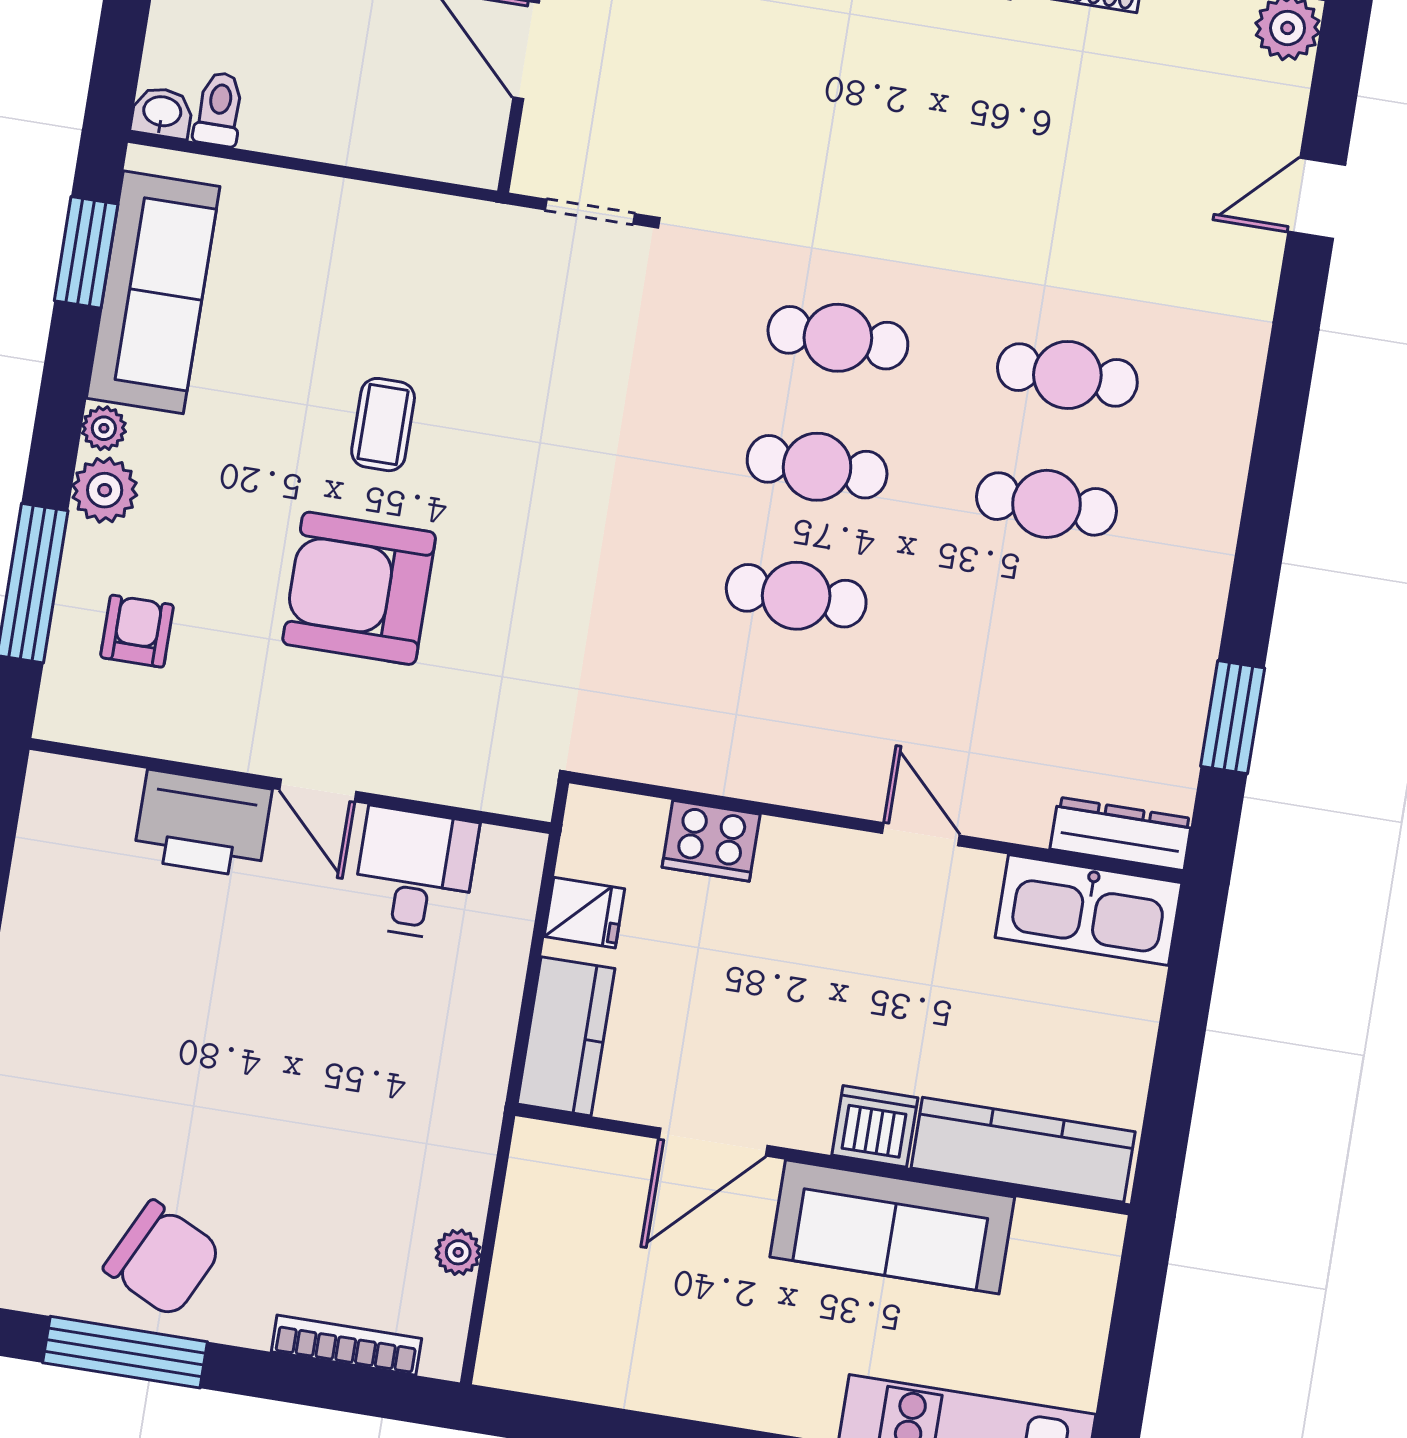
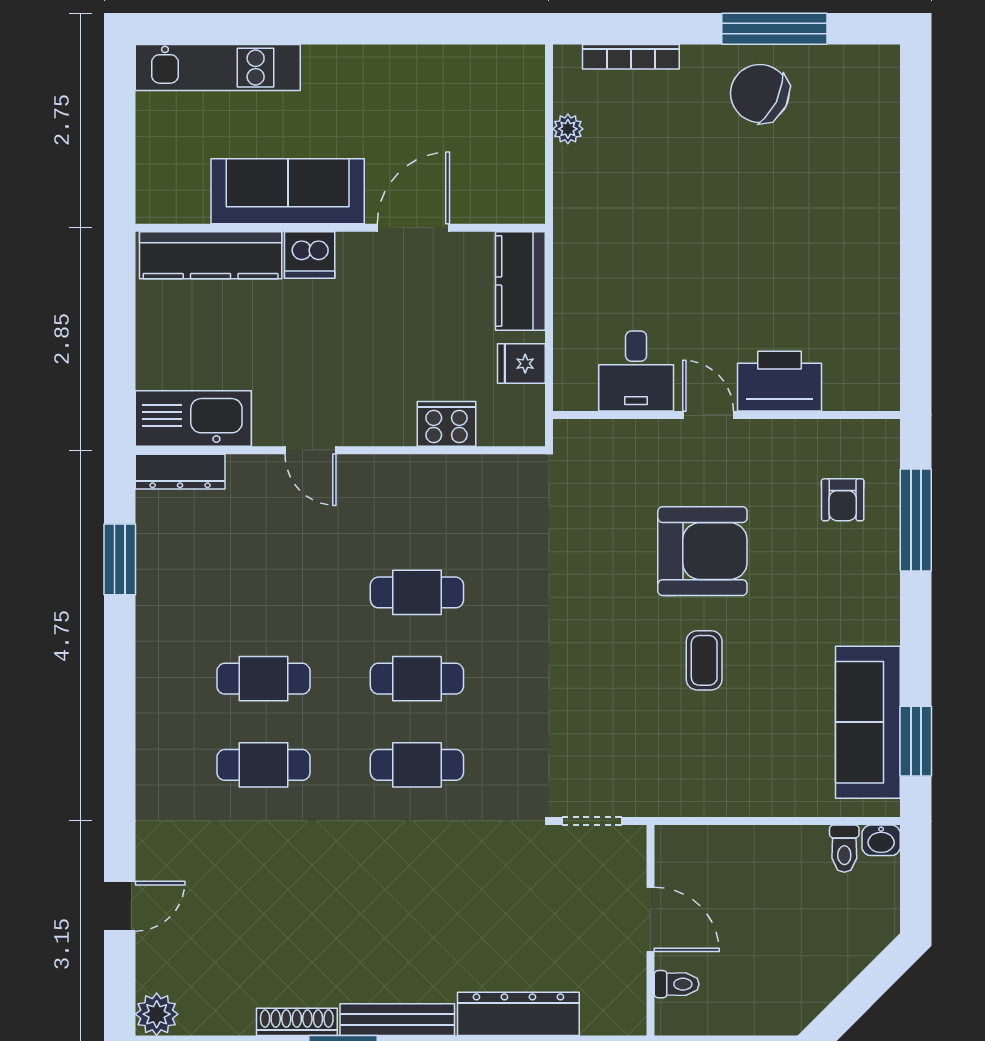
plant: (104, 428) -> (886, 628), removed
plant: (105, 490) -> (879, 588), removed

